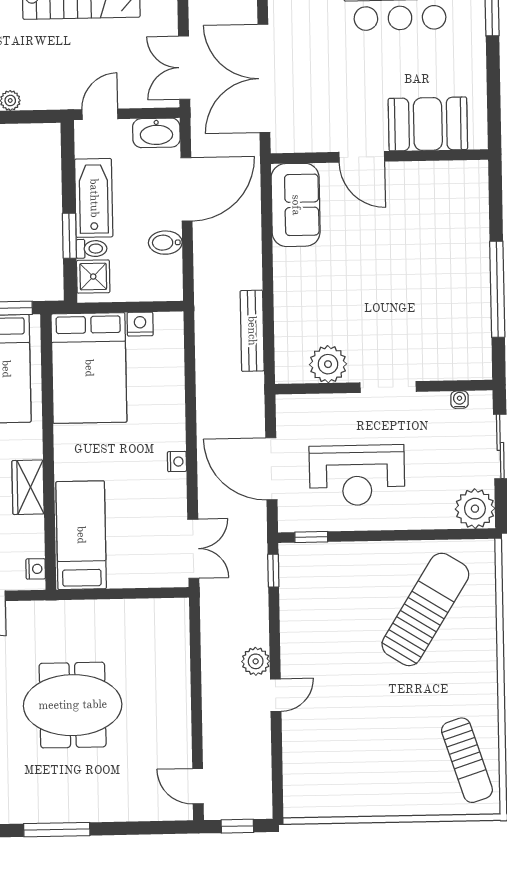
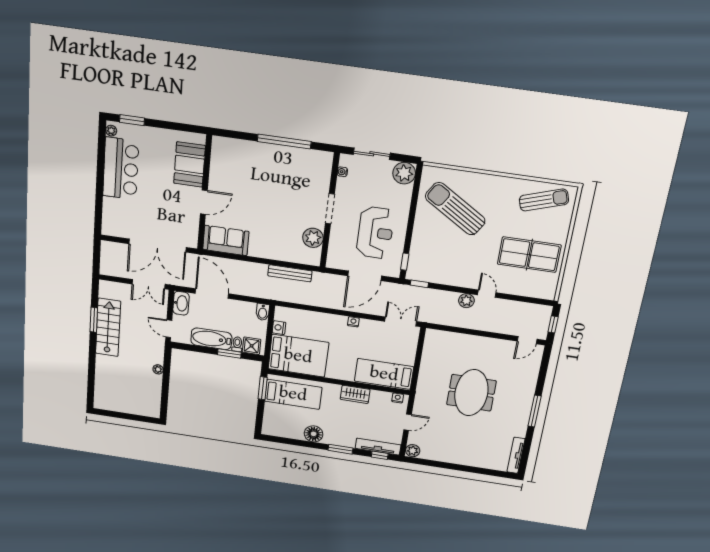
bidet: (165, 243) -> (263, 312), moved
table tennis table: (363, 756) -> (529, 255), added

